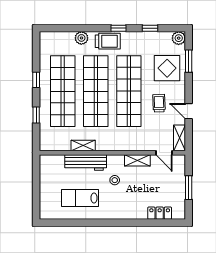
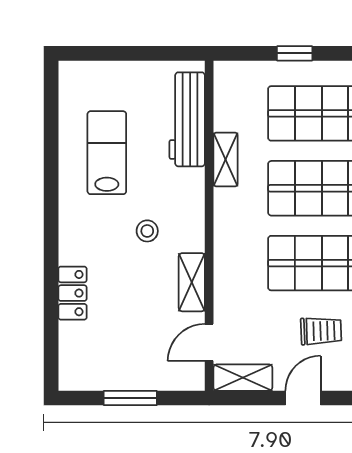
workbench: (86, 162) -> (187, 119), moved
locker: (160, 213) -> (72, 293), moved

